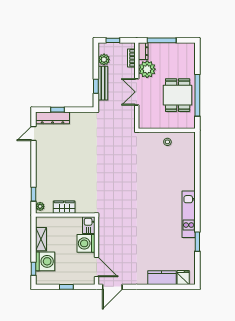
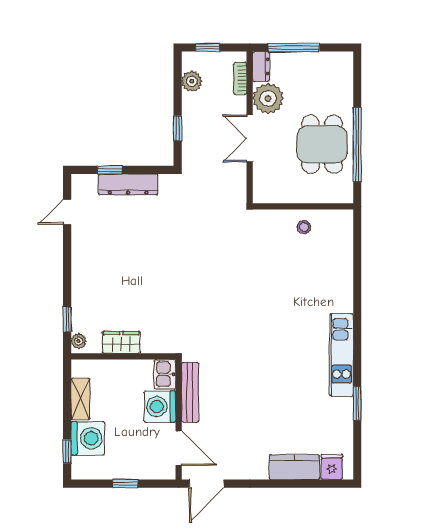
bench: (103, 83) -> (190, 392), moved
dresser: (53, 118) -> (128, 184), moved

